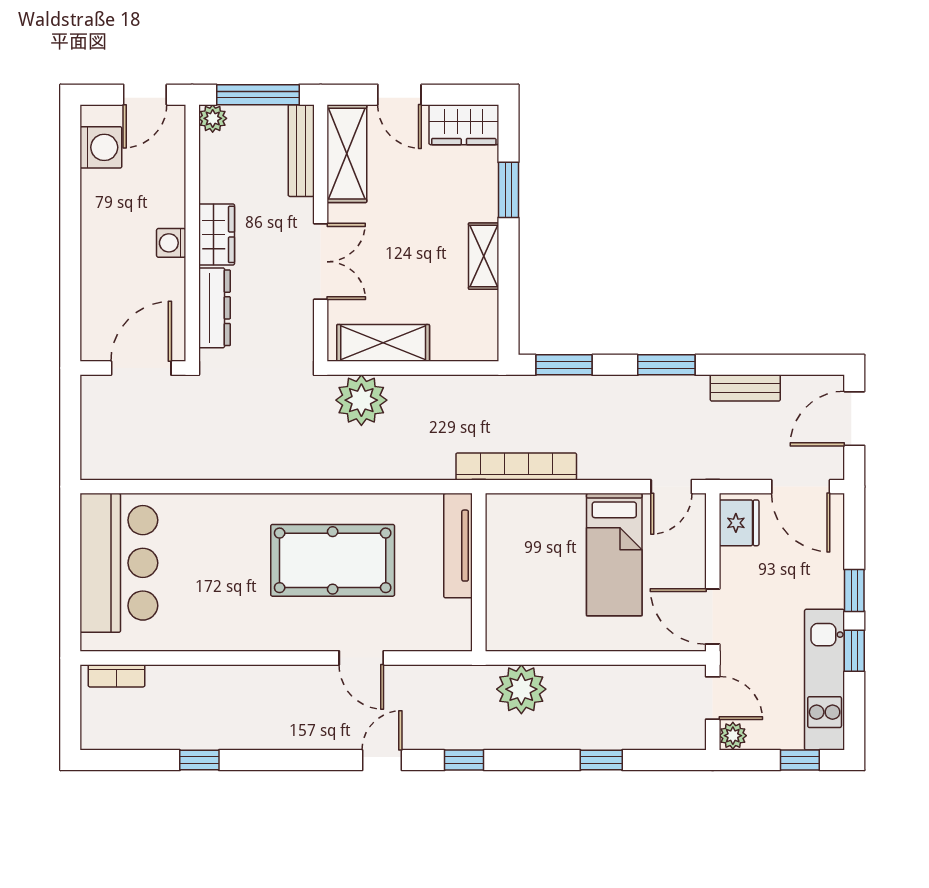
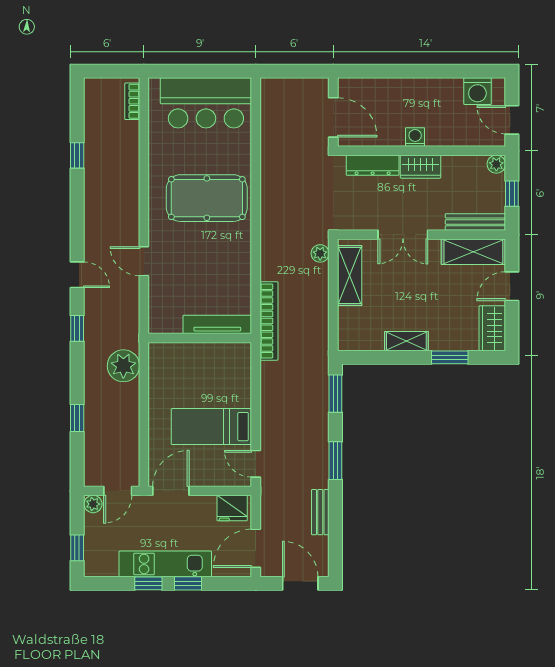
window: (258, 95) -> (512, 194), width x0.46
plant: (361, 400) -> (320, 253), width x0.53, depth x0.53
bookcase: (516, 466) -> (269, 321), moved
pool table: (333, 560) -> (207, 198), moved, turned 90
door: (361, 658) -> (144, 261), hinge flipped
kitchen unit: (825, 680) -> (165, 564), moved

